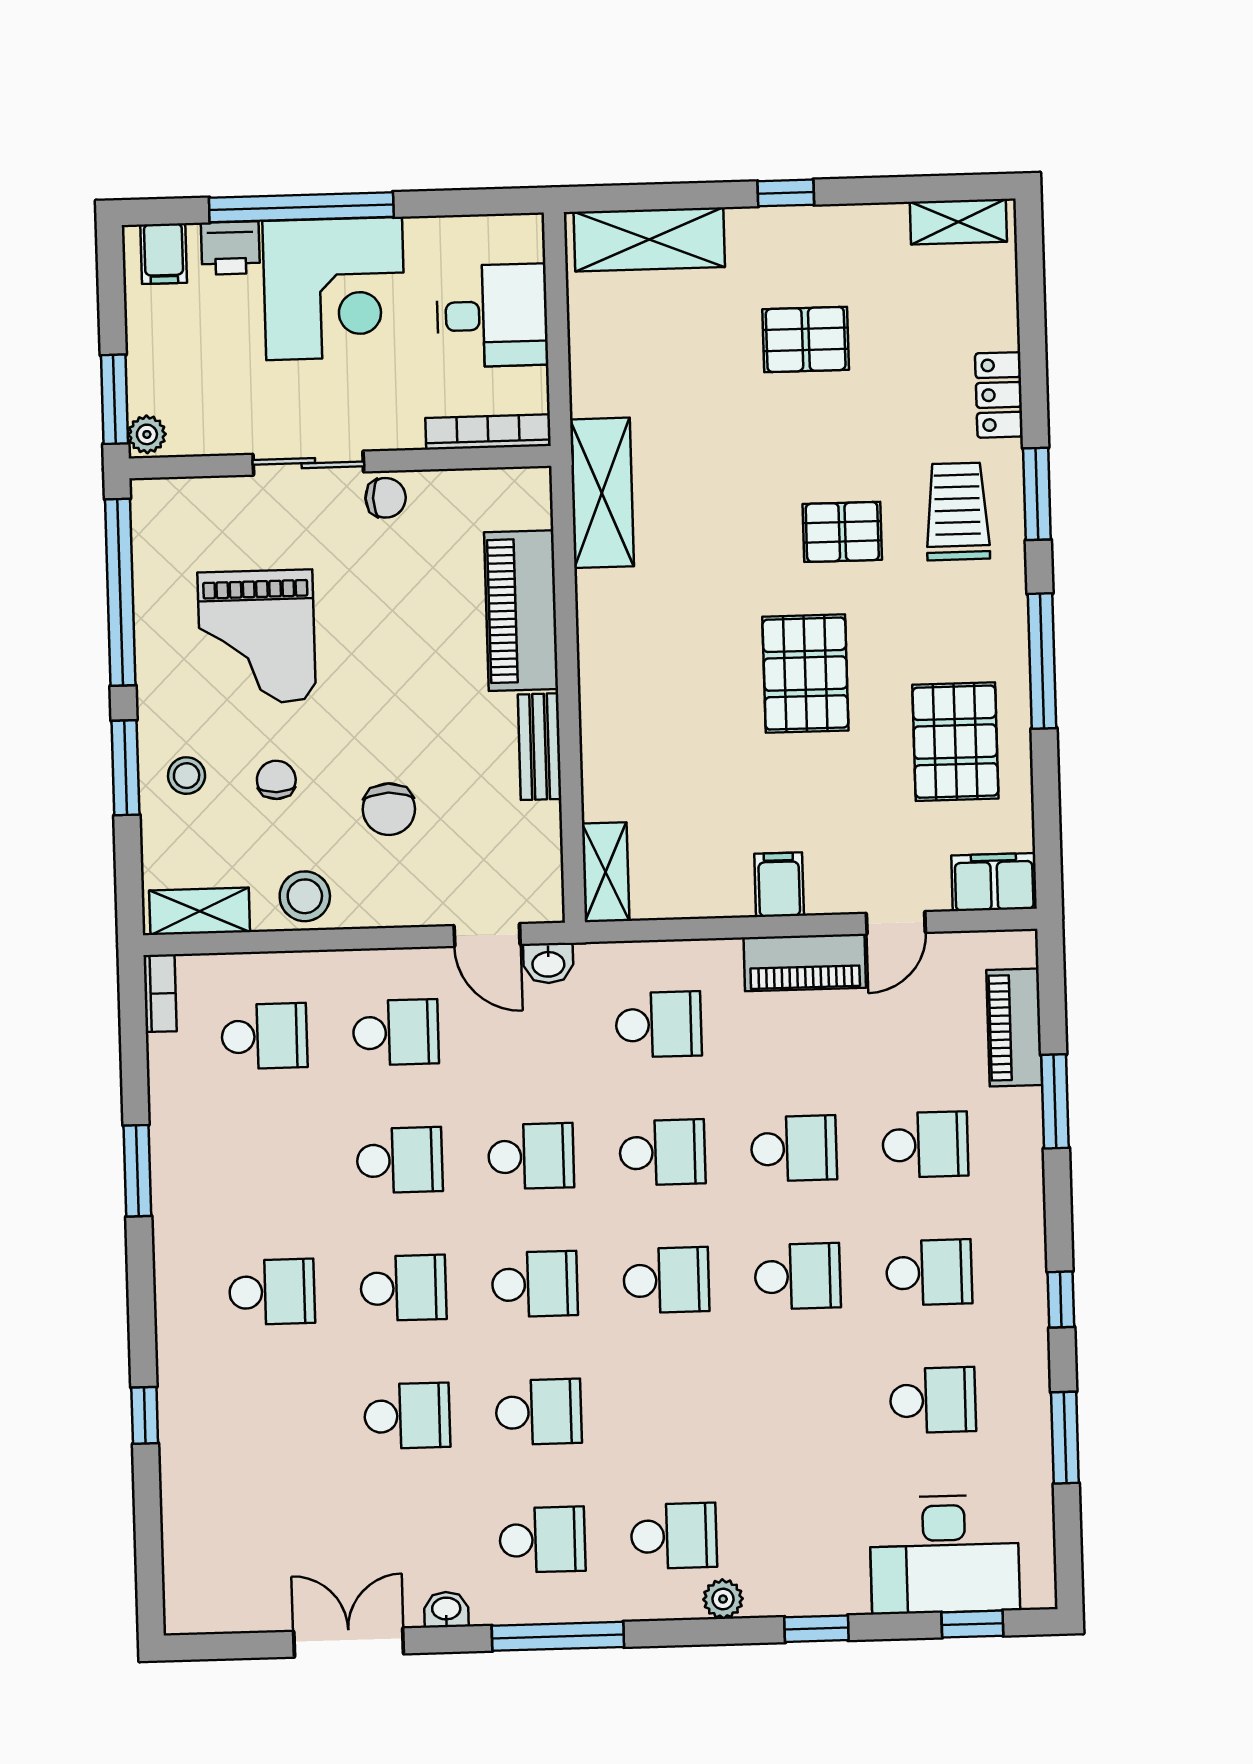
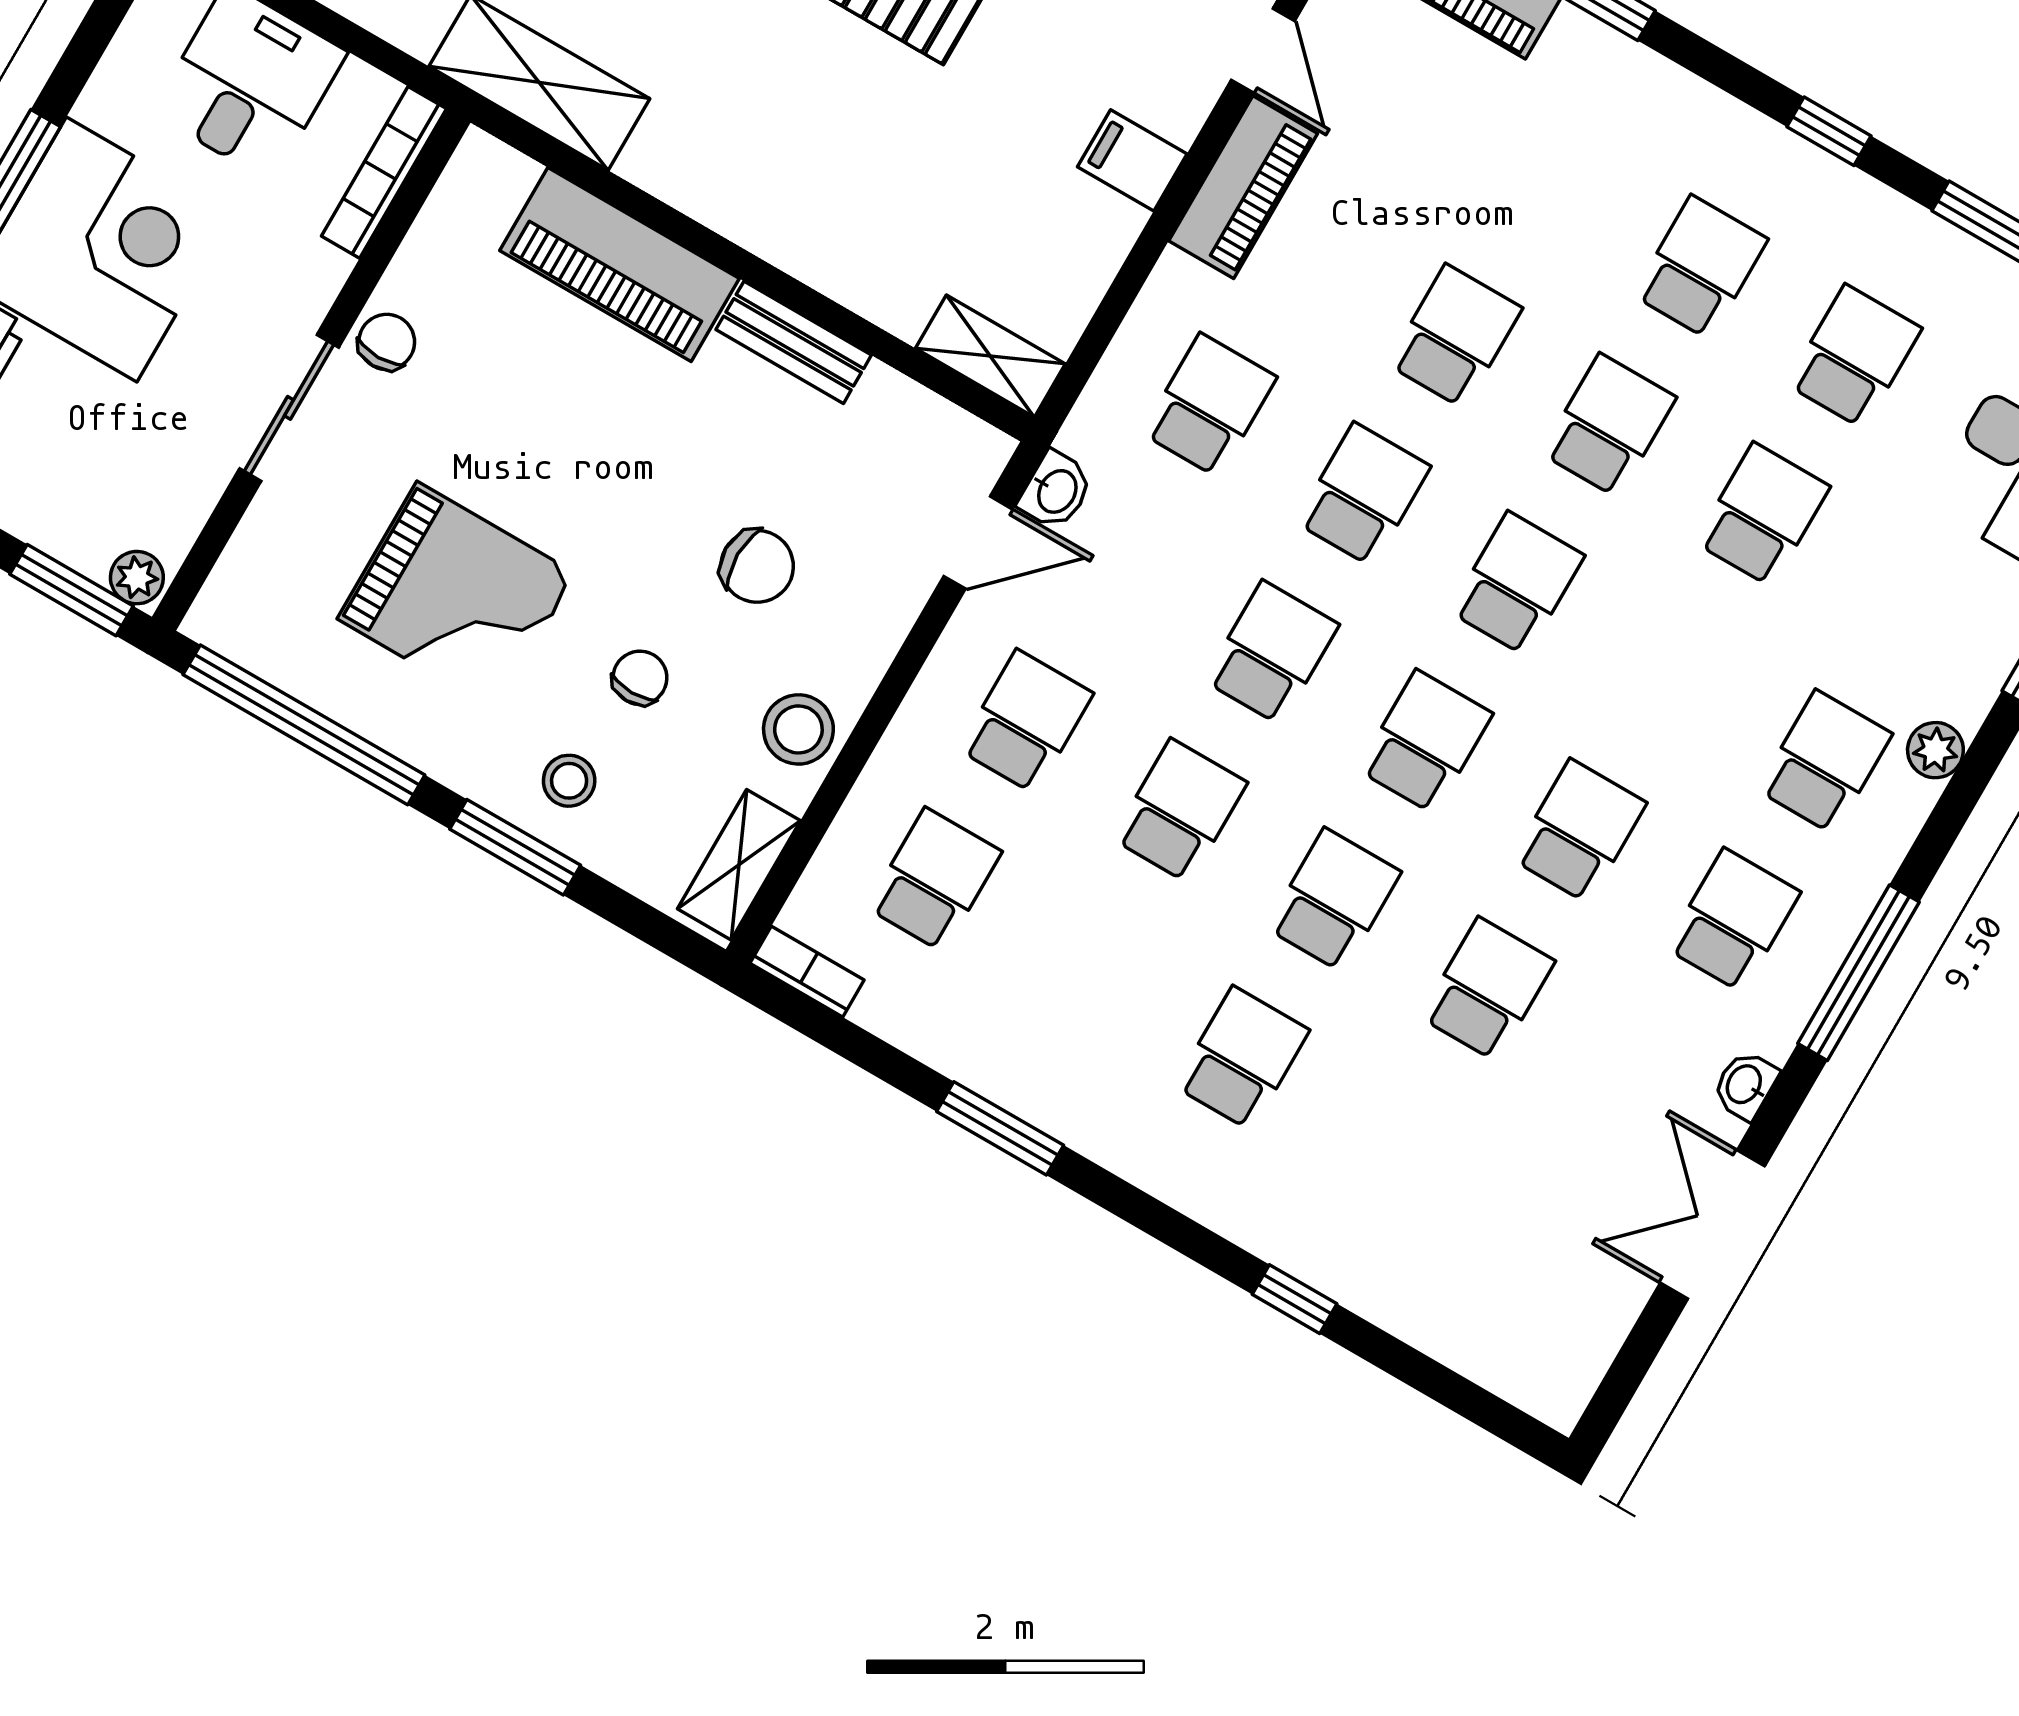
chair: (276, 780) -> (640, 678), turned 90
school desk: (925, 1145) -> (1763, 515), moved

